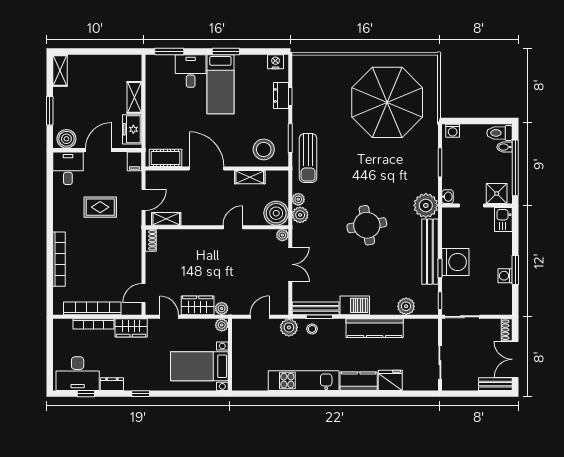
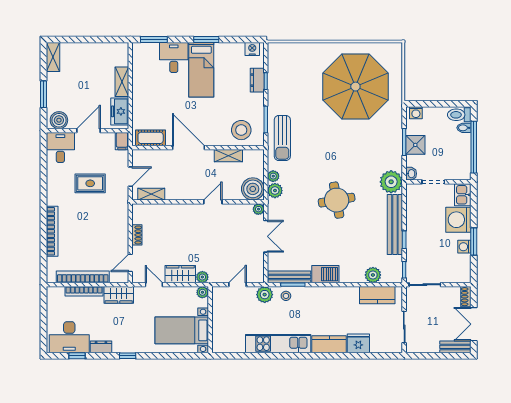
shower: (497, 194) -> (415, 145), moved
shoe rack: (151, 240) -> (137, 235), moved
washing machine: (455, 262) -> (458, 220), moved, turned 180
kitchen counter: (375, 328) -> (377, 295), moved, width x0.67

